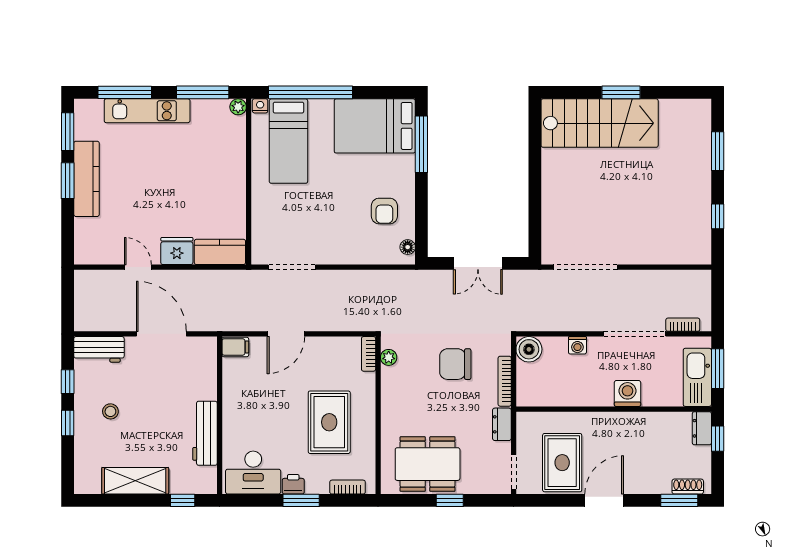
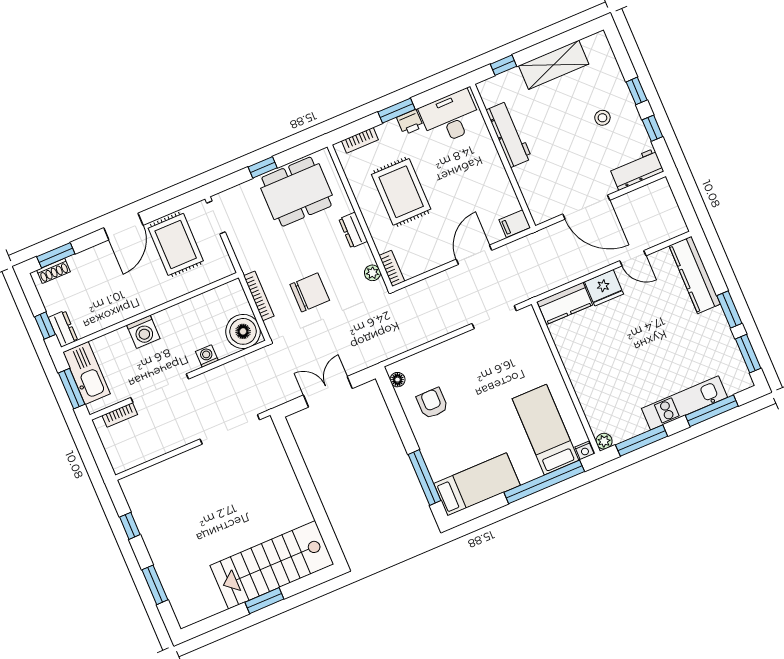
bed: (375, 126) -> (477, 484), width x0.67
kitchen counter: (87, 179) -> (695, 275), moved
boiler: (529, 349) -> (243, 331), width x1.37, depth x1.37
dresser: (502, 424) -> (353, 230), moved, turned 180

